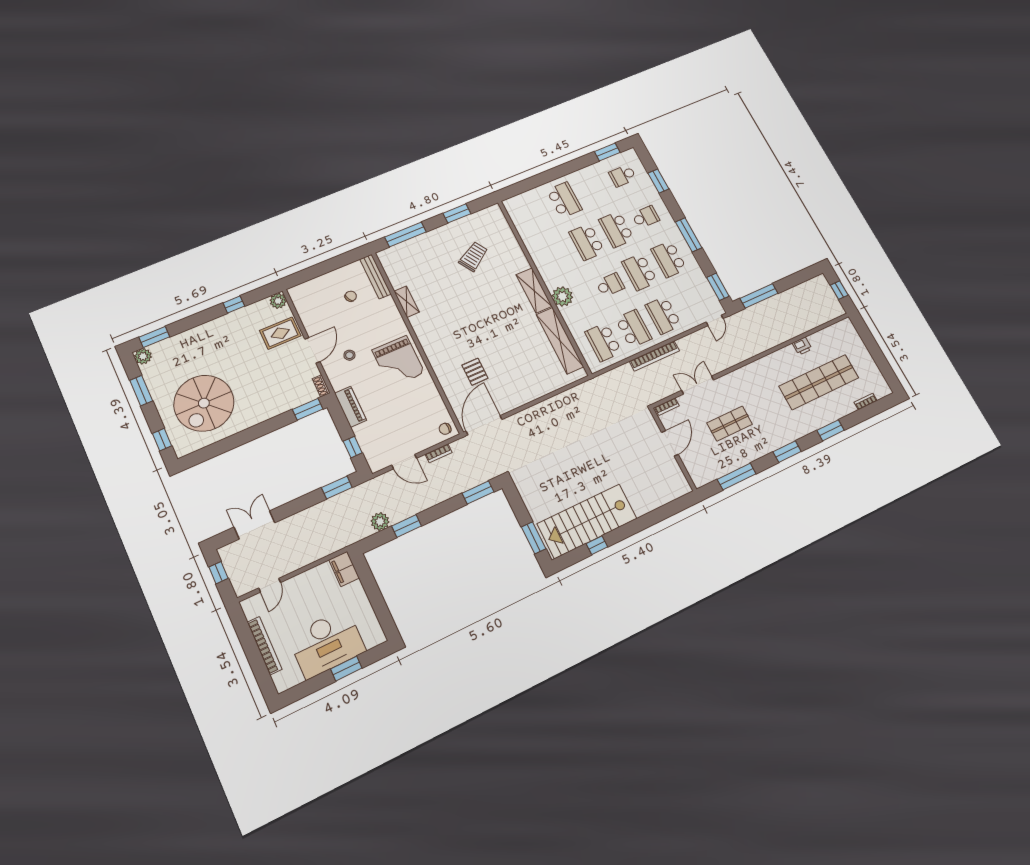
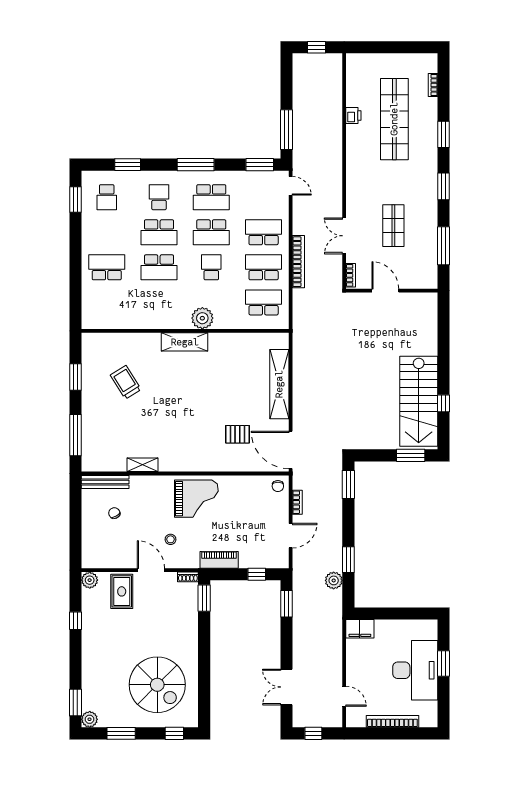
school desk: (663, 315) -> (264, 232), turned 180
shelving: (560, 341) -> (279, 384), moved, turned 90
school desk: (603, 342) -> (264, 302), turned 180

